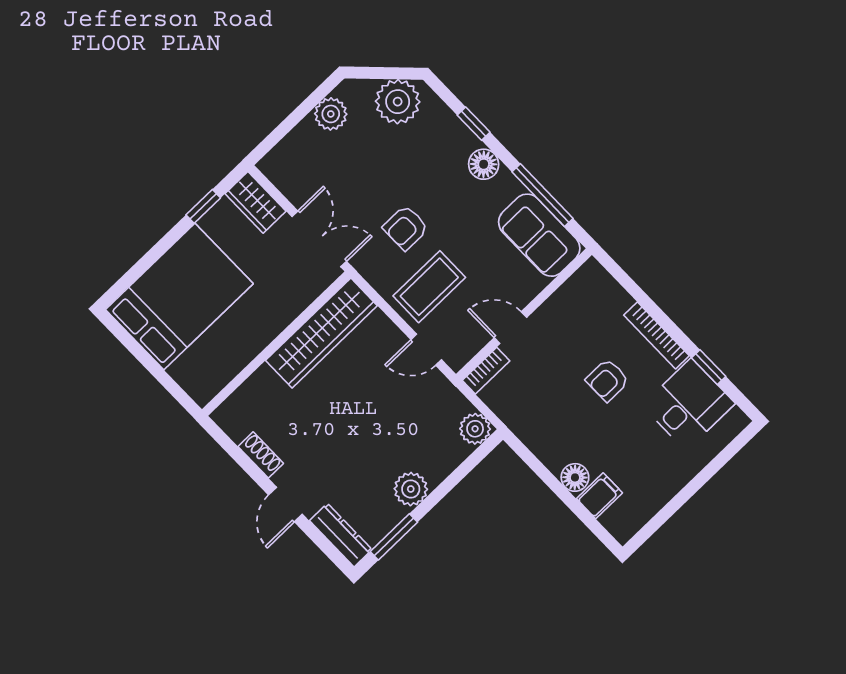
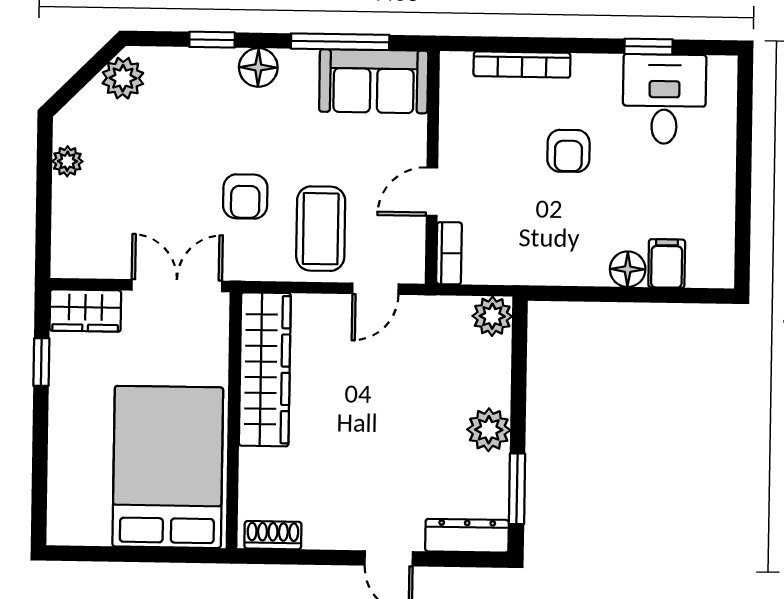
plant: (398, 102) -> (123, 78), width x0.73, depth x0.73
plant: (331, 114) -> (67, 161), width x0.73, depth x0.73
bed: (179, 297) -> (168, 467), moved
bookcase: (656, 335) -> (522, 65), moved
shoe rack: (261, 455) -> (273, 535), moved

